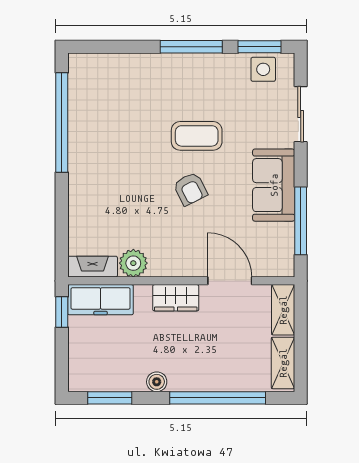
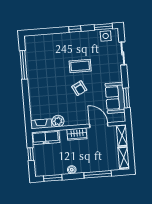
window: (191, 47) -> (75, 29), width x0.46
window: (62, 123) -> (24, 65), width x0.68
sofa: (274, 185) -> (115, 98), moved
window: (301, 221) -> (126, 98), width x0.69
window: (62, 312) -> (31, 154), moved
window: (218, 398) -> (98, 174), width x0.68

